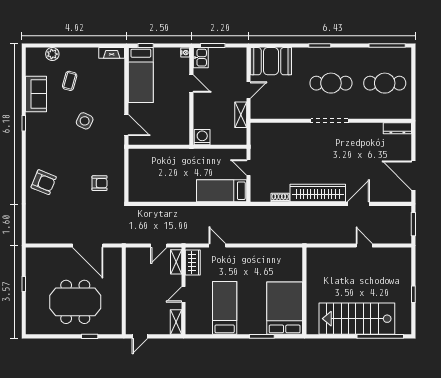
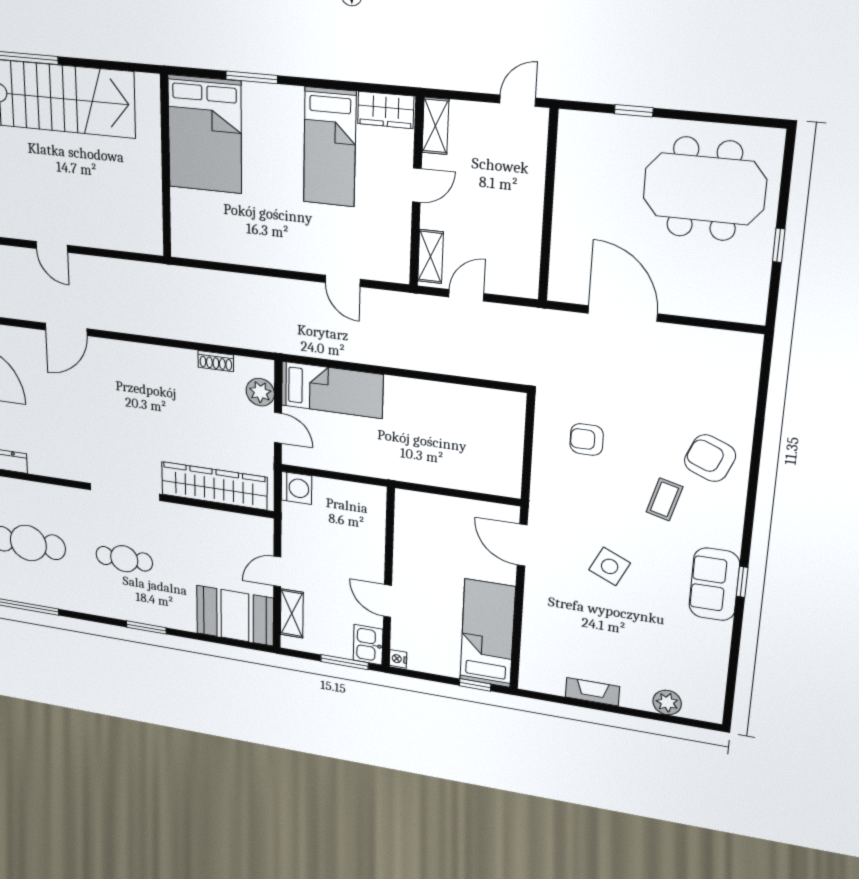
fireplace: (112, 53) -> (592, 692), moved
coffee table: (70, 81) -> (664, 499), moved
cafe table: (331, 83) -> (124, 559), width x0.73, depth x0.74
sofa: (36, 94) -> (714, 584), moved
shelving: (241, 115) -> (292, 613), moved
washing machine: (202, 137) -> (296, 488), moved, turned -90
plant: (258, 185) -> (260, 392), added
wardrobe: (318, 193) -> (214, 486), moved, turned 180
wardrobe: (193, 262) -> (386, 110), moved, turned -90
meeting table: (75, 302) -> (704, 189), moved

